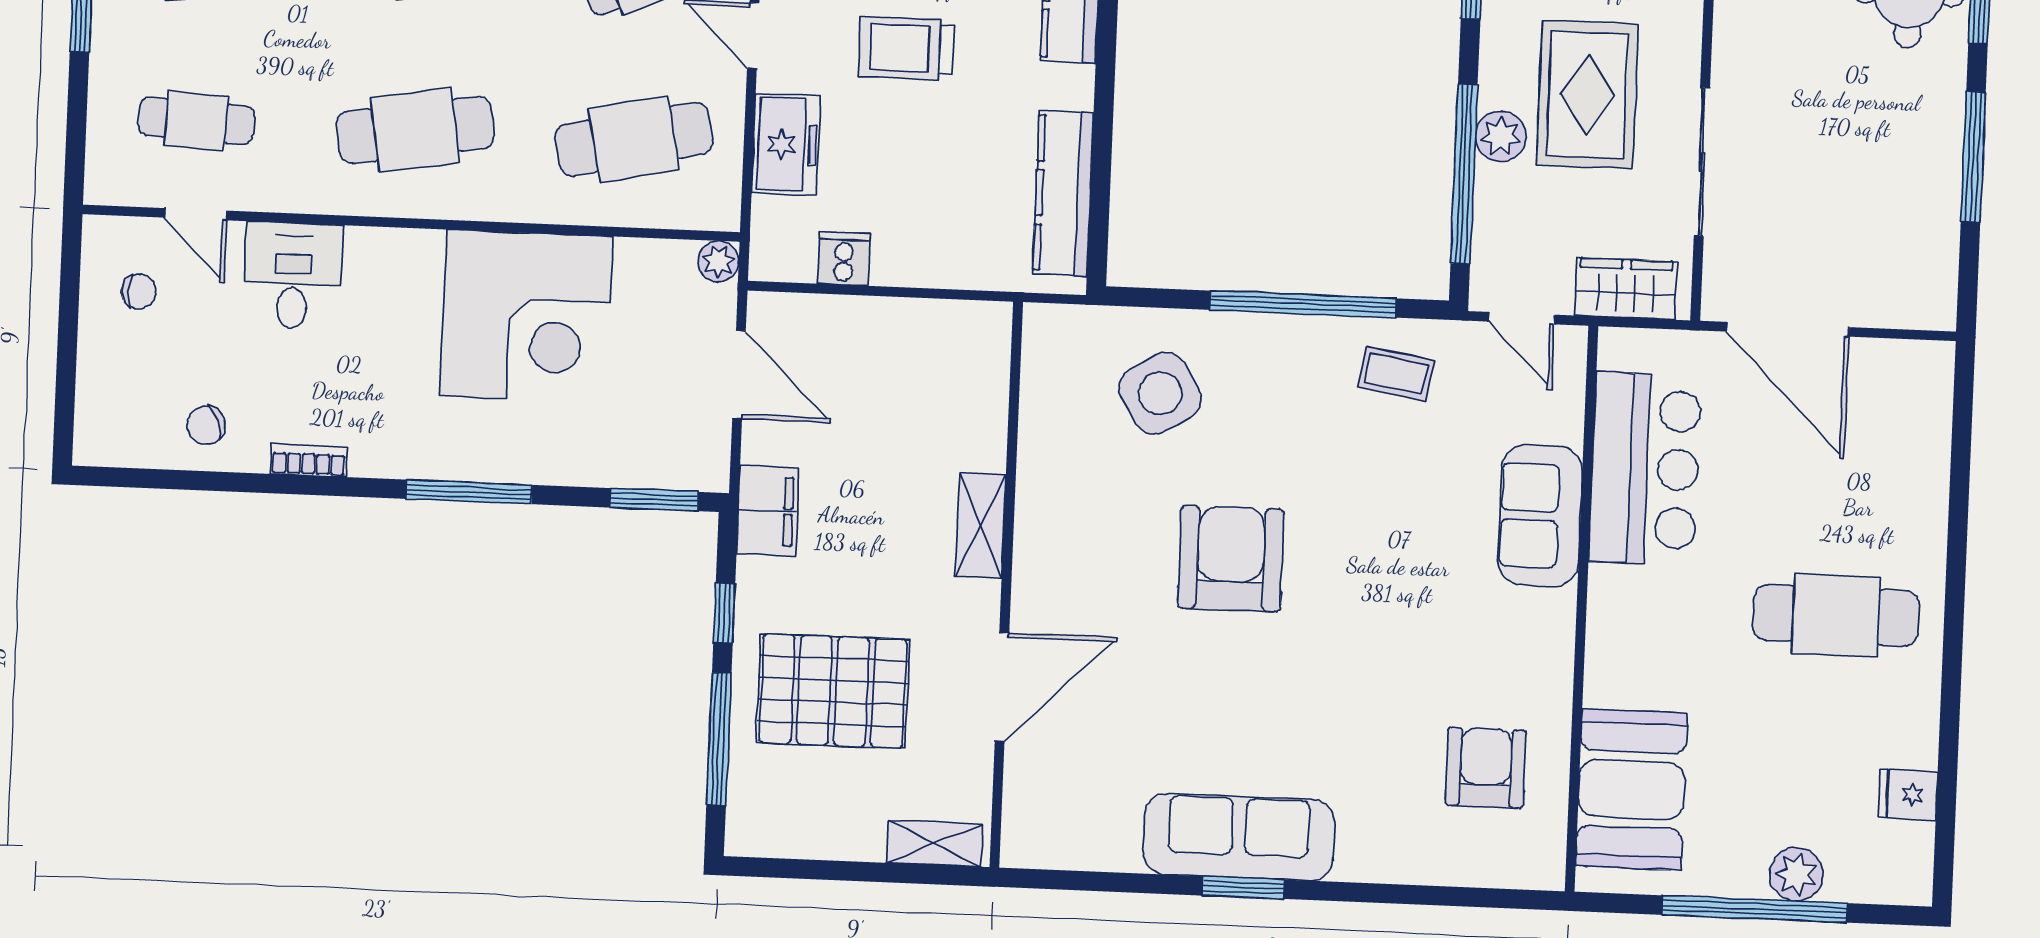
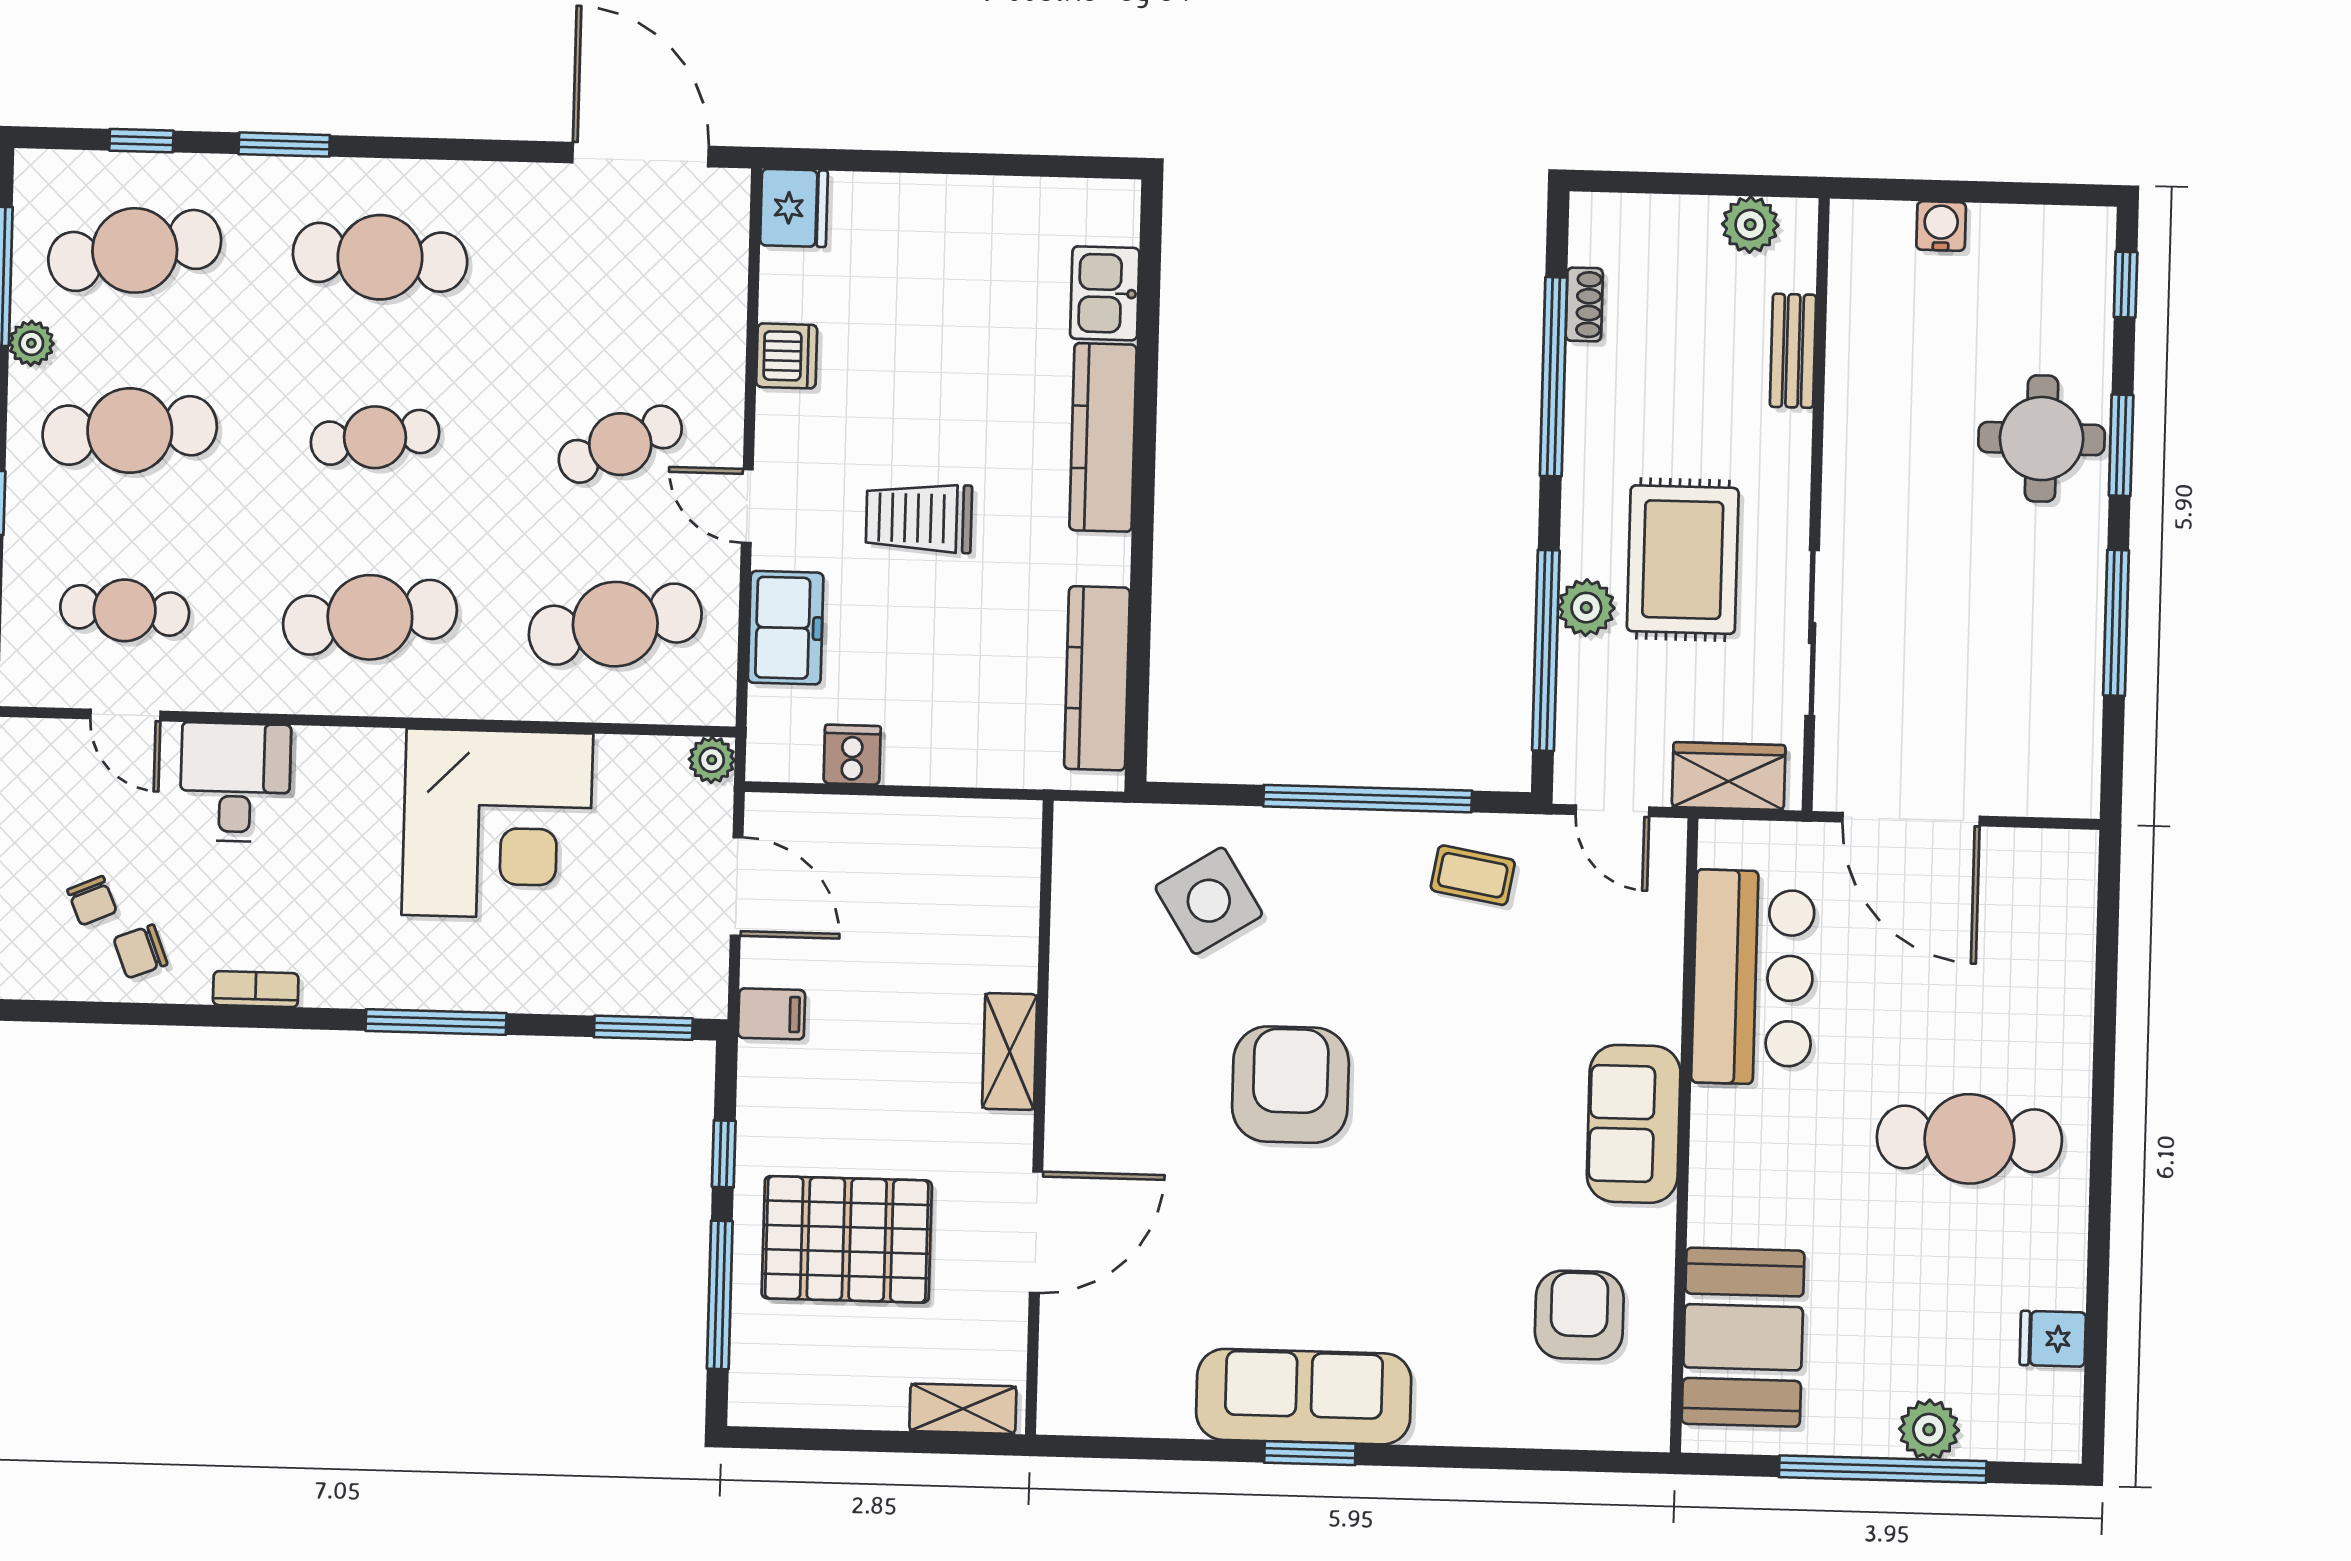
chair: (139, 291) -> (92, 901), moved, turned 67
filing cabinet: (768, 511) -> (772, 1014), width x0.50
sofa: (1540, 516) -> (1634, 1124), moved

